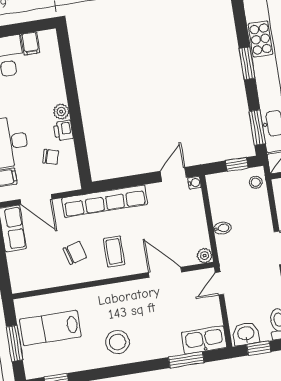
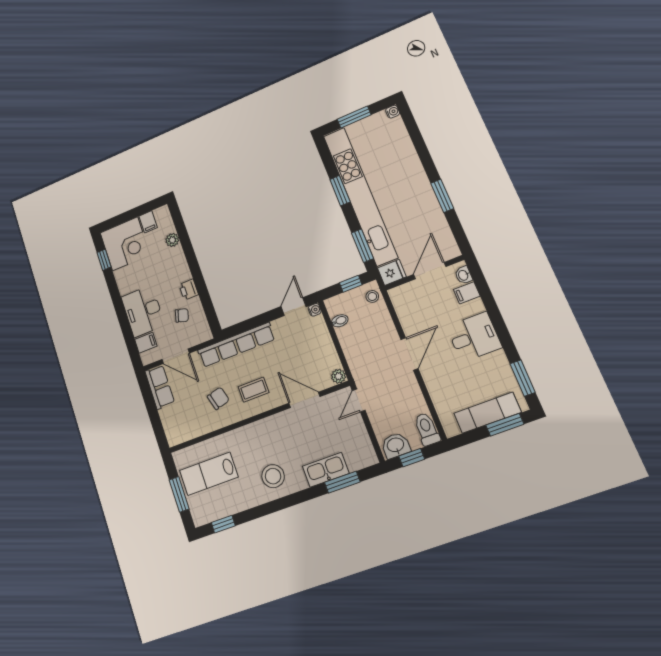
plant: (61, 112) -> (172, 240), moved
bidet: (222, 228) -> (340, 321), moved
coffee table: (114, 252) -> (254, 390), turned 90
kitchen sink: (204, 340) -> (326, 470), moved

